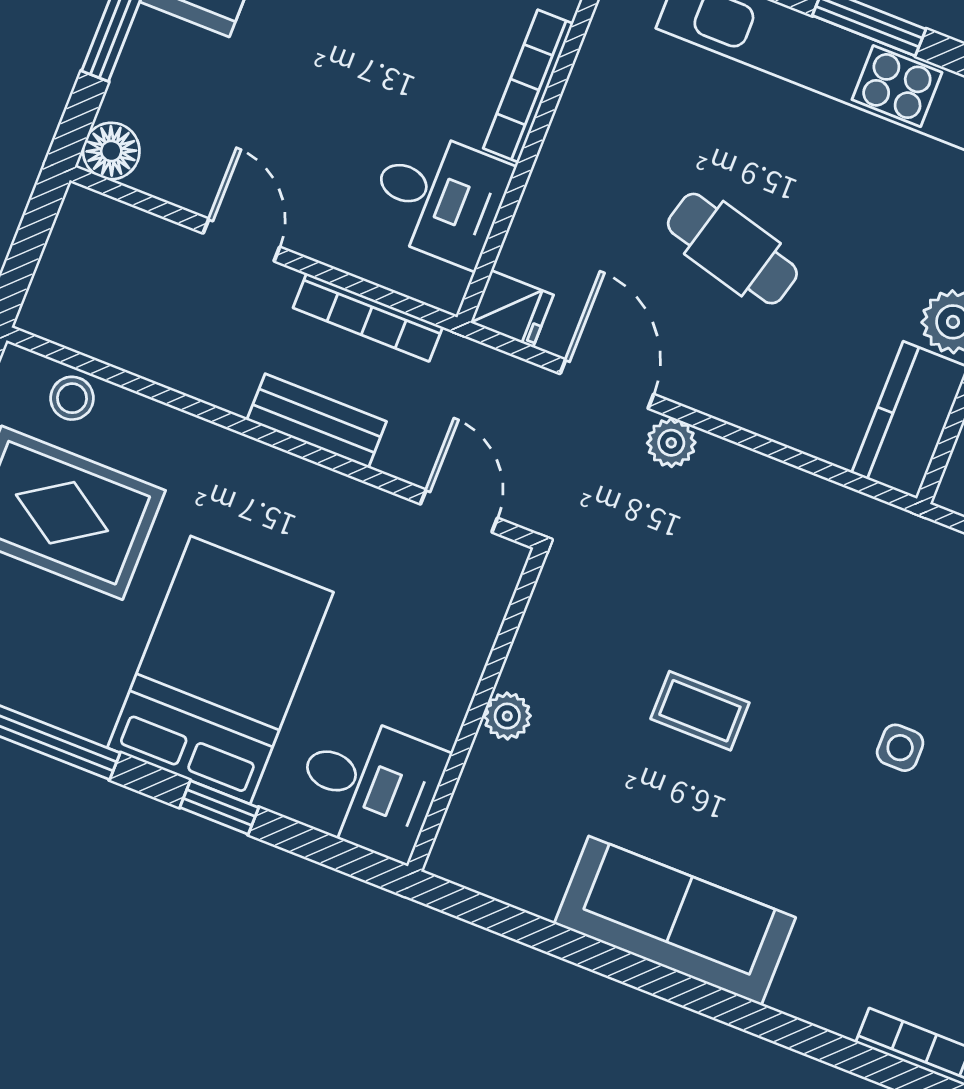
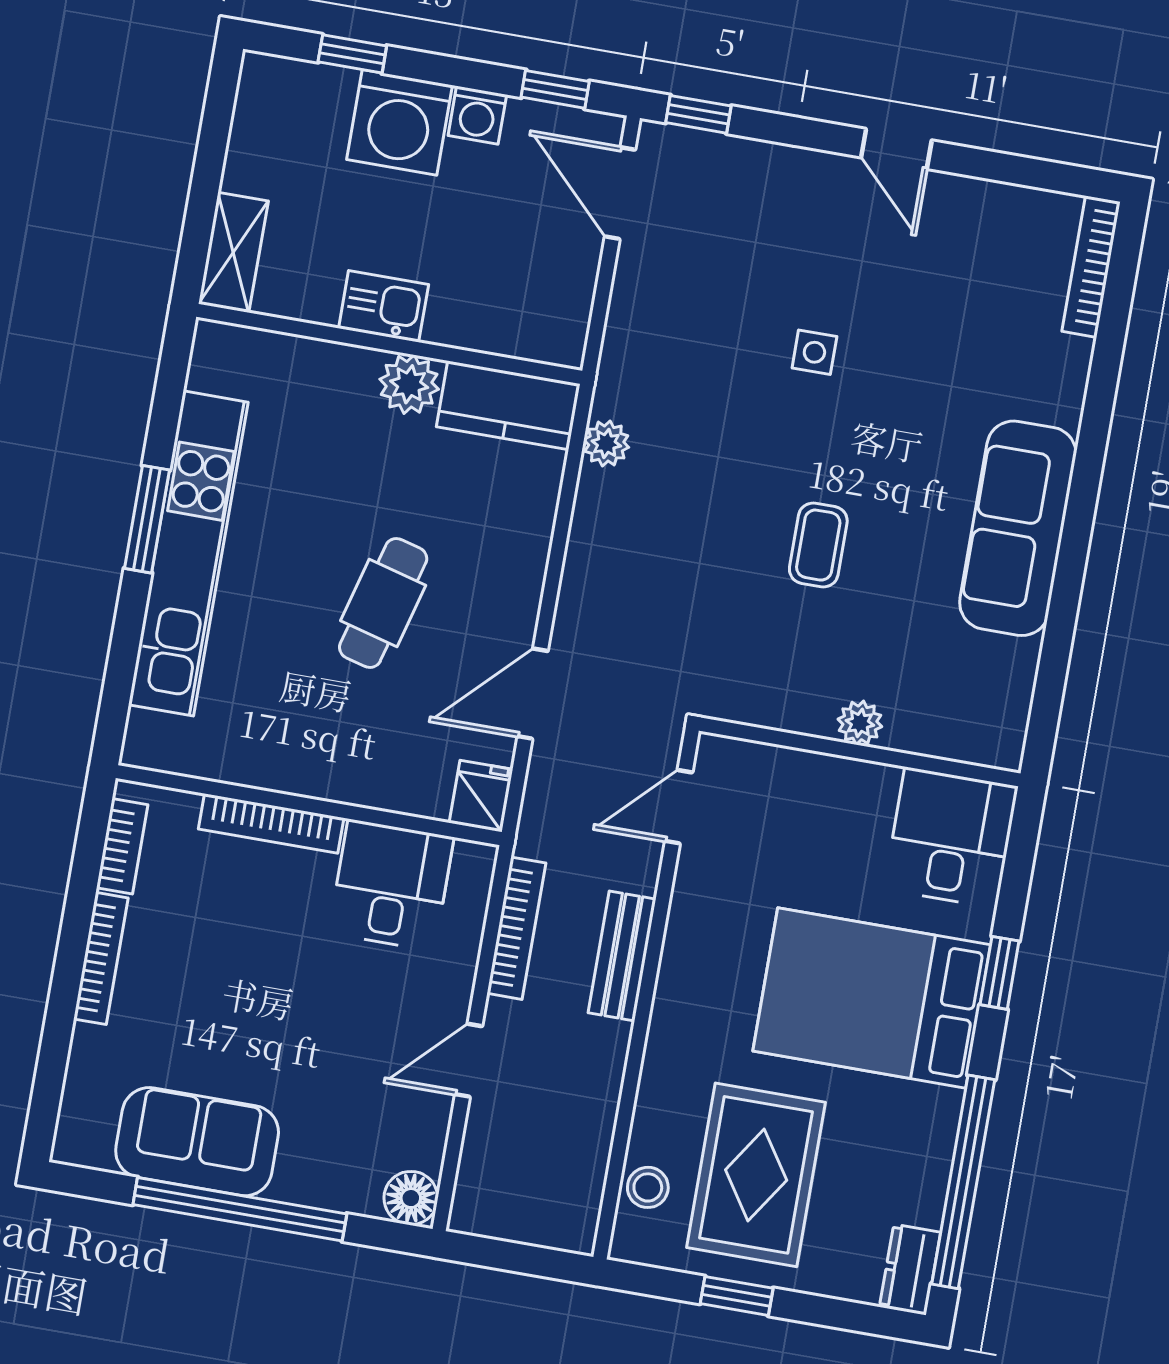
plant: (671, 443) -> (606, 443), moved

